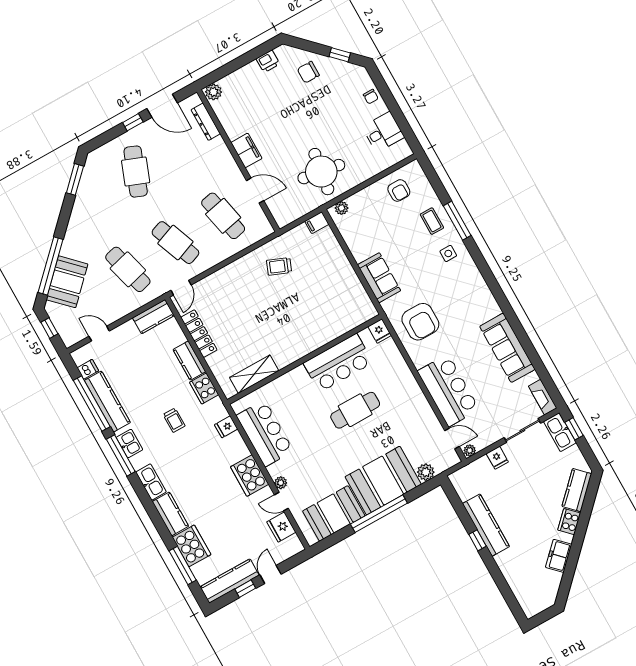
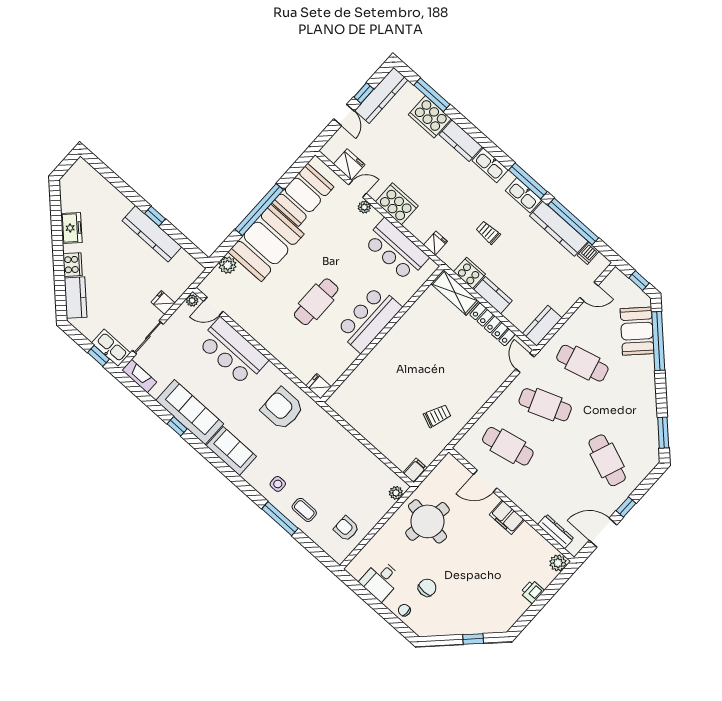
window: (340, 55) -> (473, 639), moved
printer: (268, 61) -> (532, 592), moved
chair: (308, 72) -> (427, 588), moved
sofa: (379, 278) -> (231, 451), moved, turned 180
window: (523, 339) -> (177, 426), added
bar counter: (338, 363) -> (369, 319), moved
shelving: (254, 374) -> (455, 292), moved, turned 90
kitchen sink: (130, 444) -> (523, 195), width x1.38

